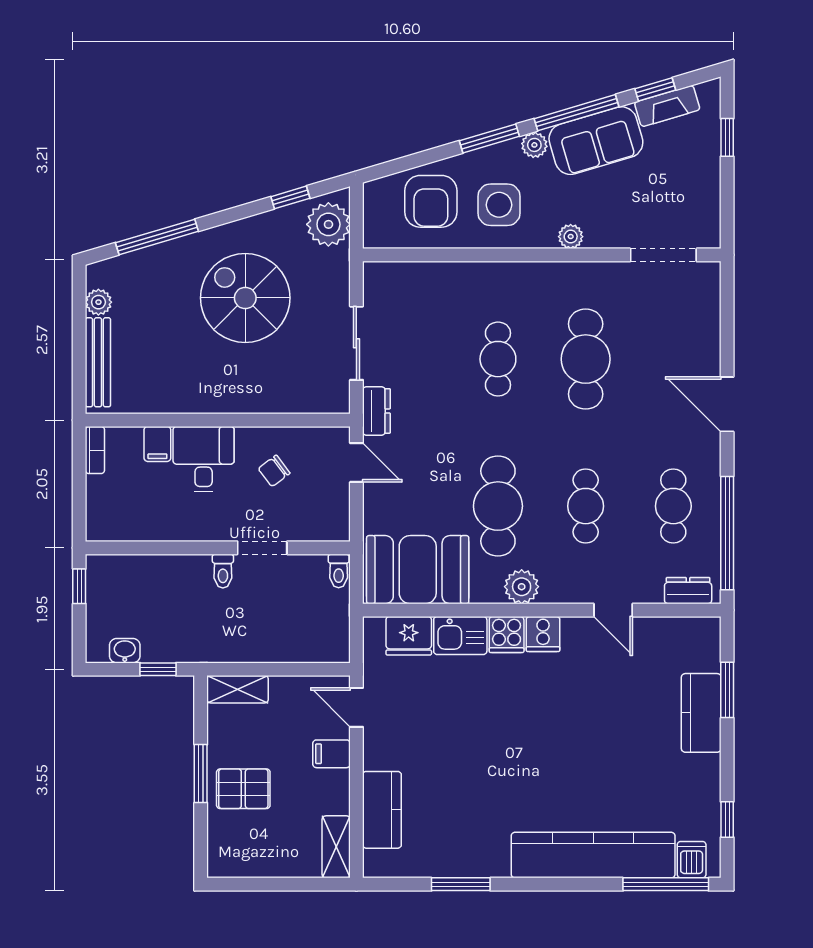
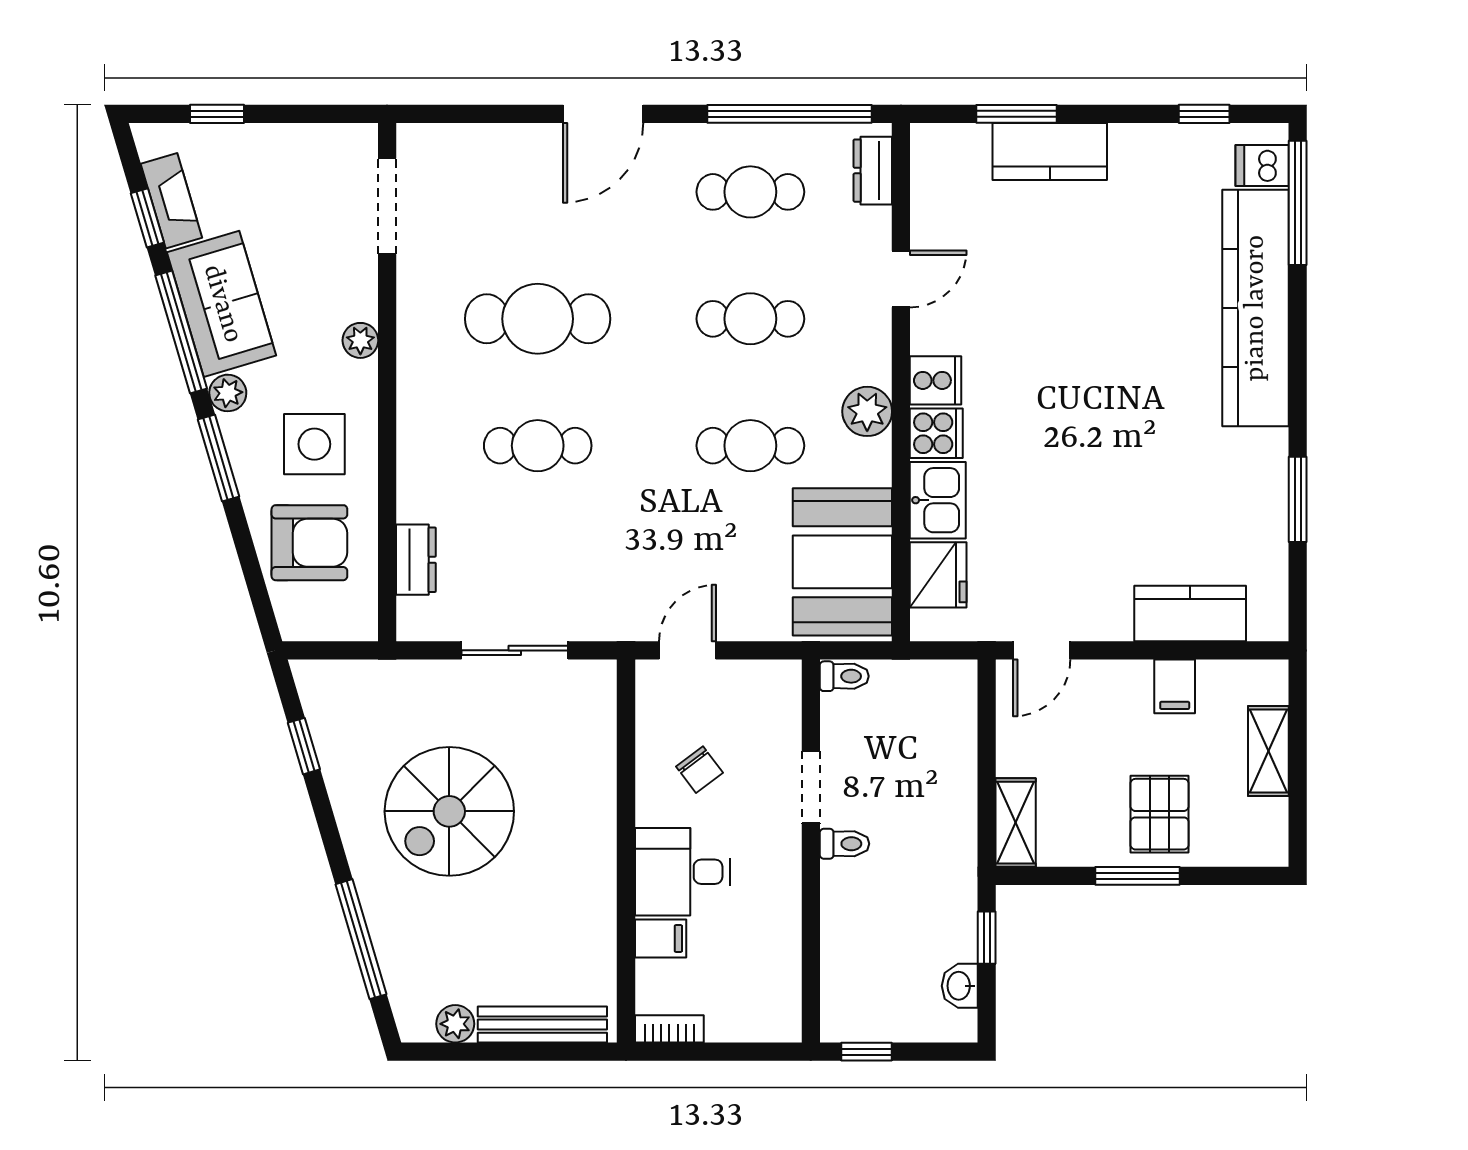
plant: (328, 224) -> (343, 691), removed
dresser: (376, 411) -> (416, 560), moved, turned 90
cafe table: (498, 506) -> (750, 446), width x0.73, depth x0.74
filing cabinet: (332, 754) -> (1175, 686), moved
shelving: (336, 847) -> (1268, 751), moved, turned 90

